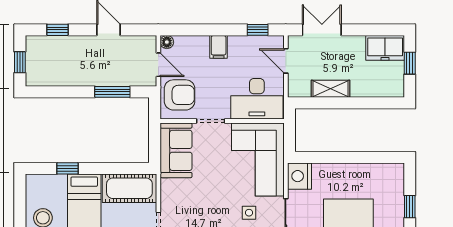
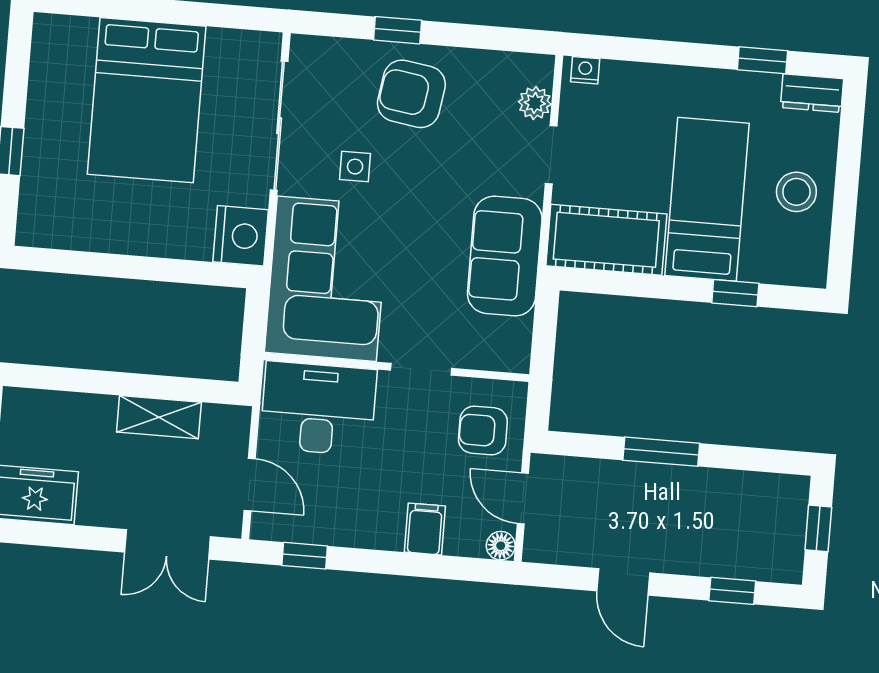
filing cabinet: (219, 47) -> (425, 529), moved
window: (112, 92) -> (661, 452), moved
armchair: (180, 95) -> (483, 430), width x0.72, depth x0.72
sofa: (176, 150) -> (505, 256), moved

